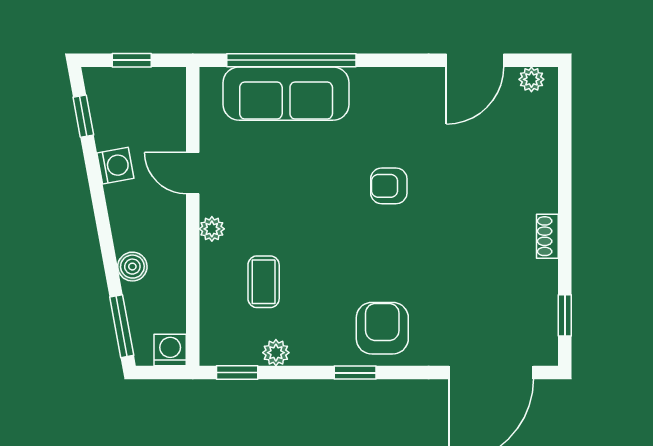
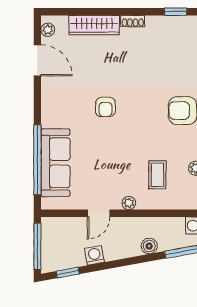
window: (132, 60) -> (37, 246), width x2.17
wardrobe: (540, 165) -> (94, 25), added
coffee table: (264, 282) -> (157, 175), turned 90

